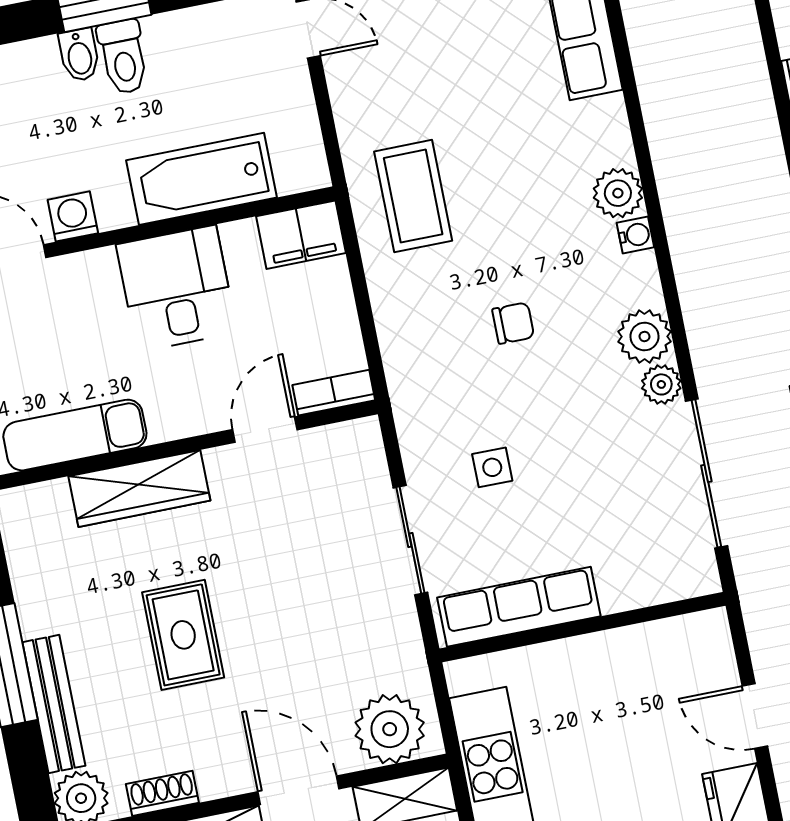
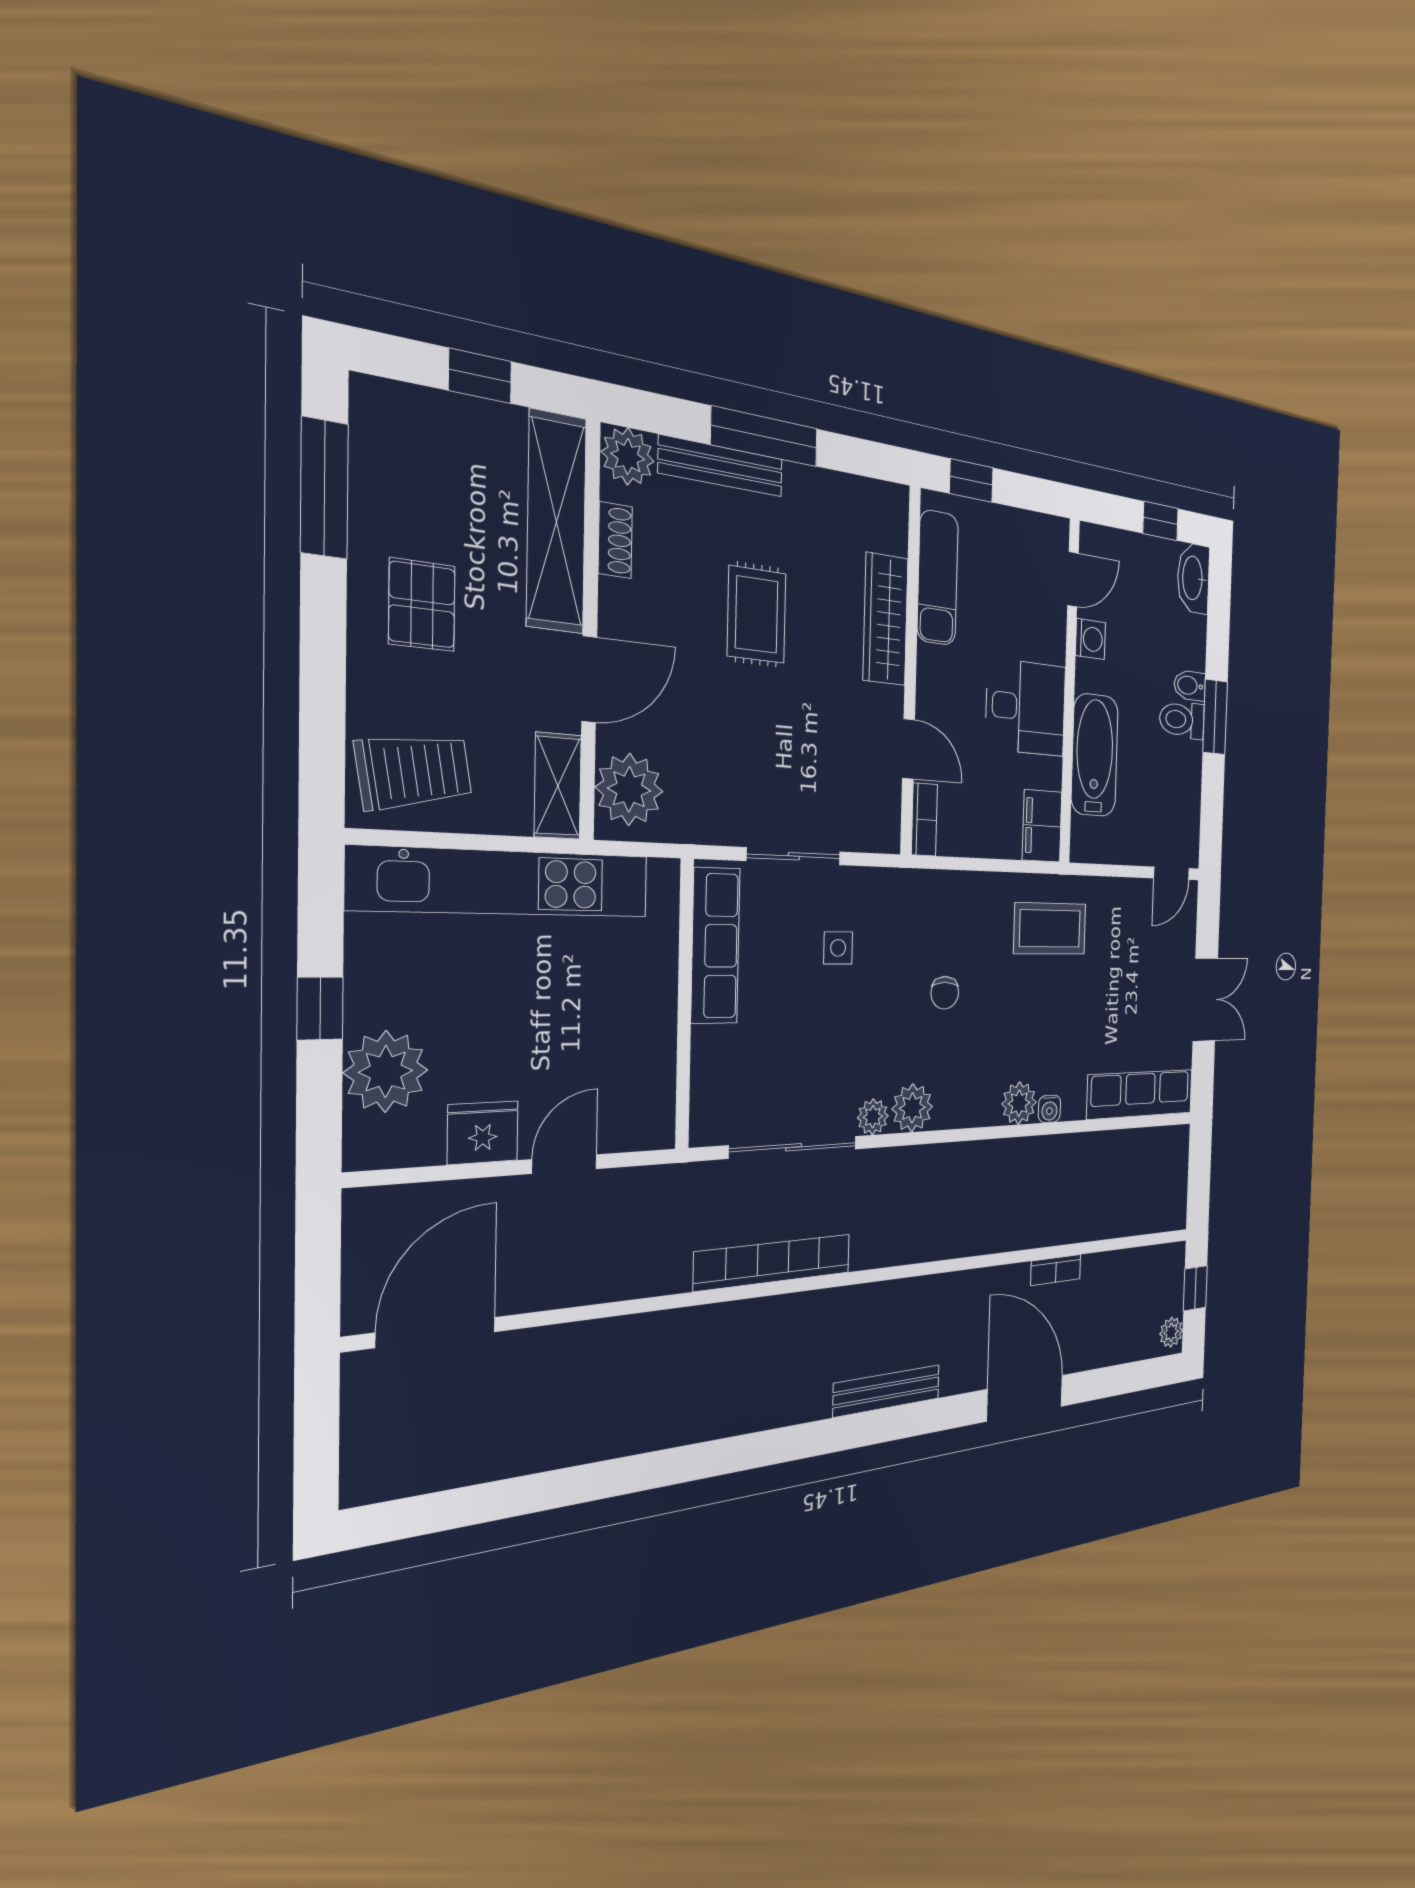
water cooler: (635, 235) -> (1050, 1109), moved
rug: (183, 635) -> (757, 615), turned 90

